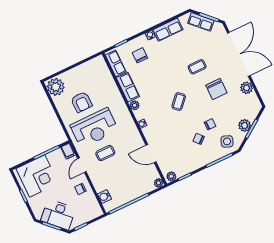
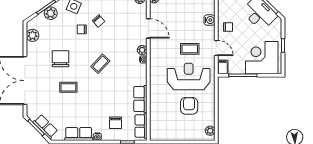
plant: (56, 87) -> (210, 131), width x0.53, depth x0.53
plant: (247, 88) -> (33, 35), moved
plant: (135, 105) -> (142, 50), moved
door: (82, 165) -> (216, 48), hinge flipped
water cooler: (104, 196) -> (209, 20), moved

